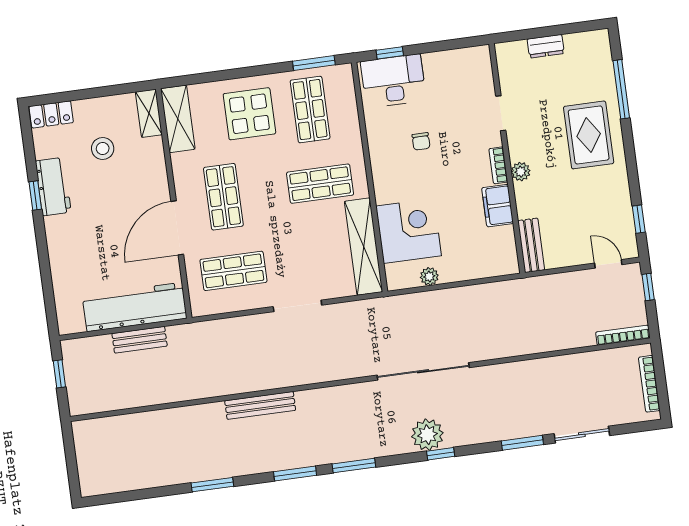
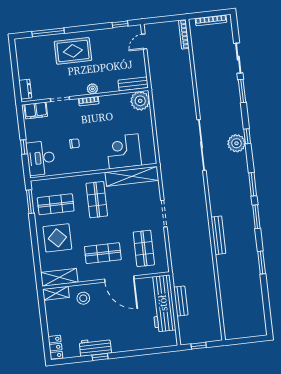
dresser: (546, 46) -> (25, 89), moved
window: (390, 53) -> (24, 147), moved
stool: (103, 149) -> (83, 298), moved
filing cabinet: (498, 206) -> (36, 111), moved
plant: (429, 276) -> (140, 101), moved, width x1.88, depth x1.88
window: (648, 287) -> (158, 20), removed

